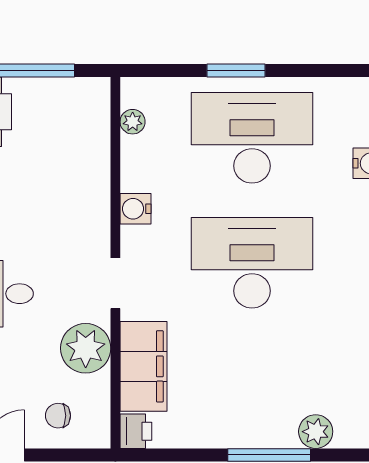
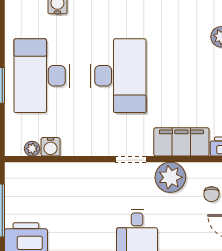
water cooler: (135, 209) -> (51, 147), moved
desk: (252, 263) -> (118, 76), turned 180

